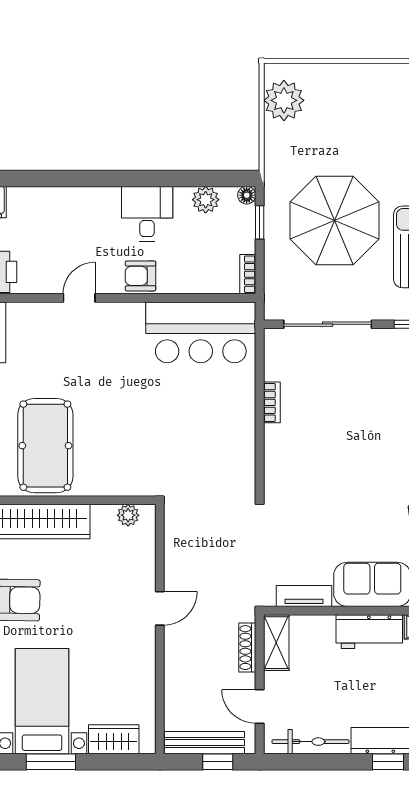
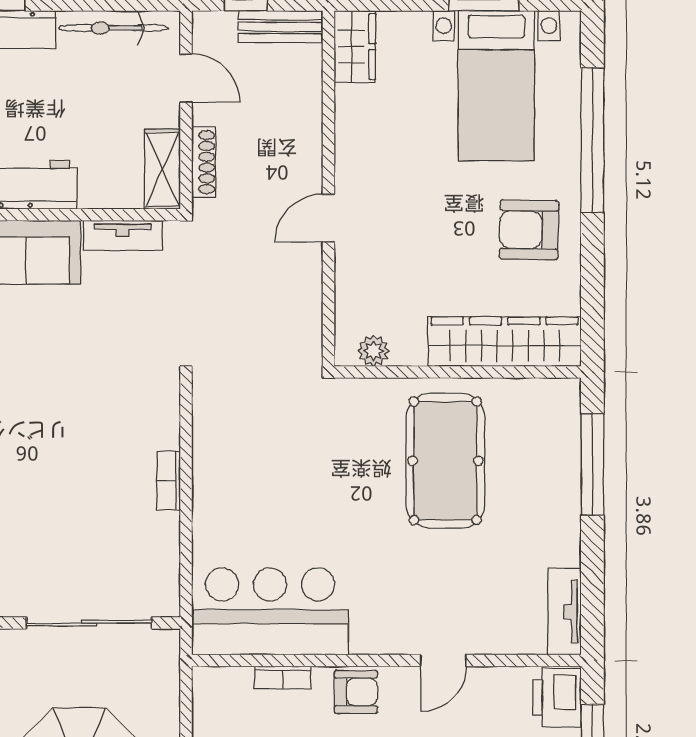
bookcase: (248, 274) -> (283, 677), moved, turned 90
bookcase: (272, 402) -> (169, 481), moved
pool table: (45, 446) -> (445, 461), moved
wardrobe: (114, 739) -> (355, 47), moved, turned -90
bench: (204, 743) -> (280, 27), width x0.73

